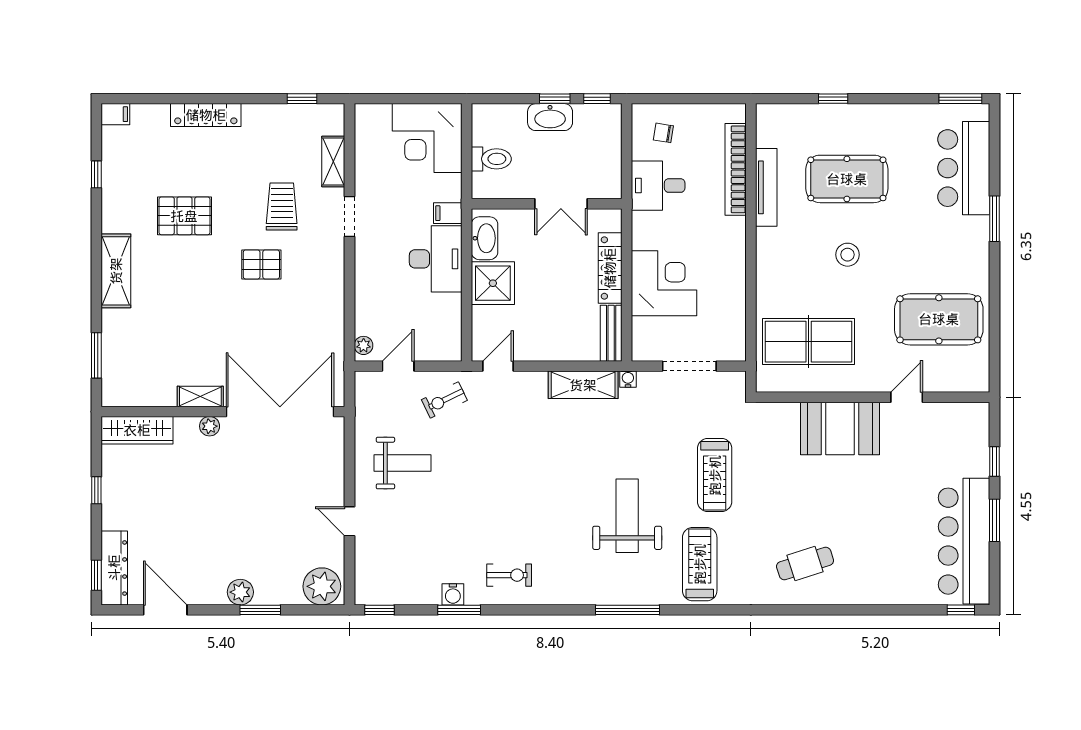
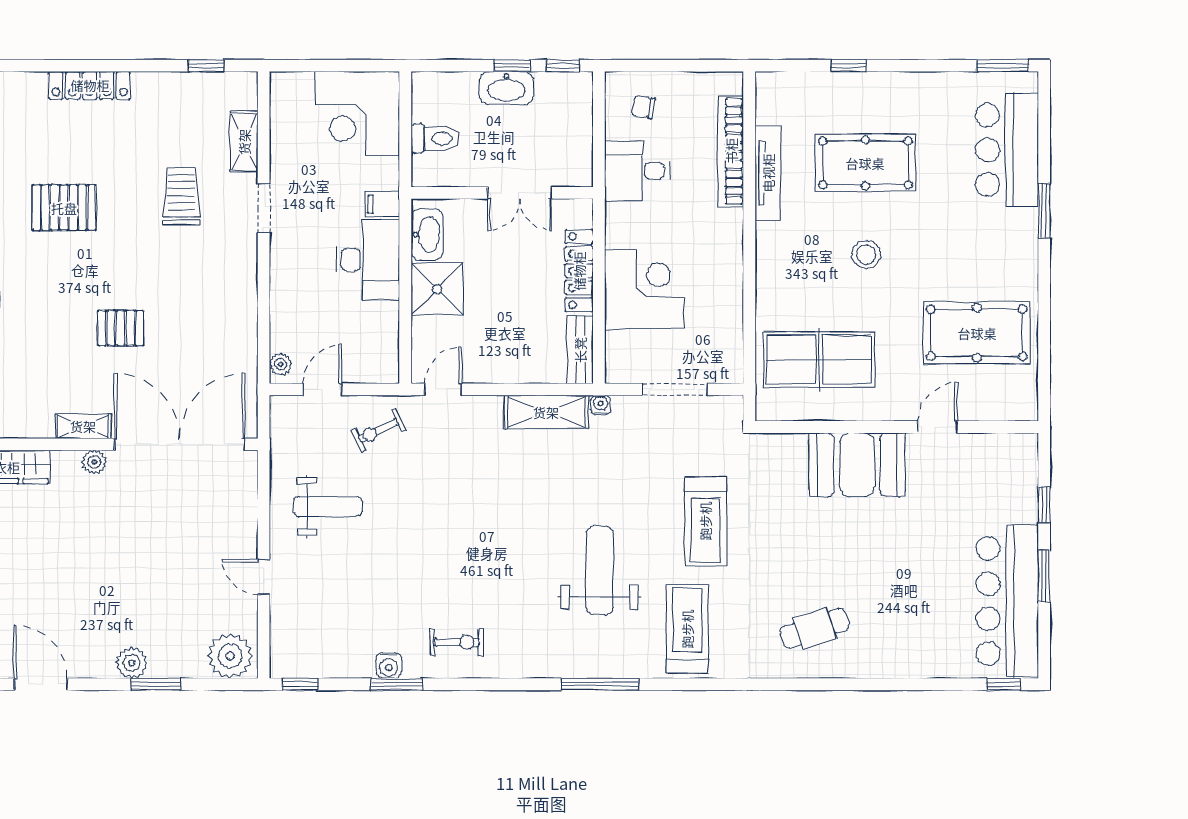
pallet: (261, 264) -> (121, 328), moved

